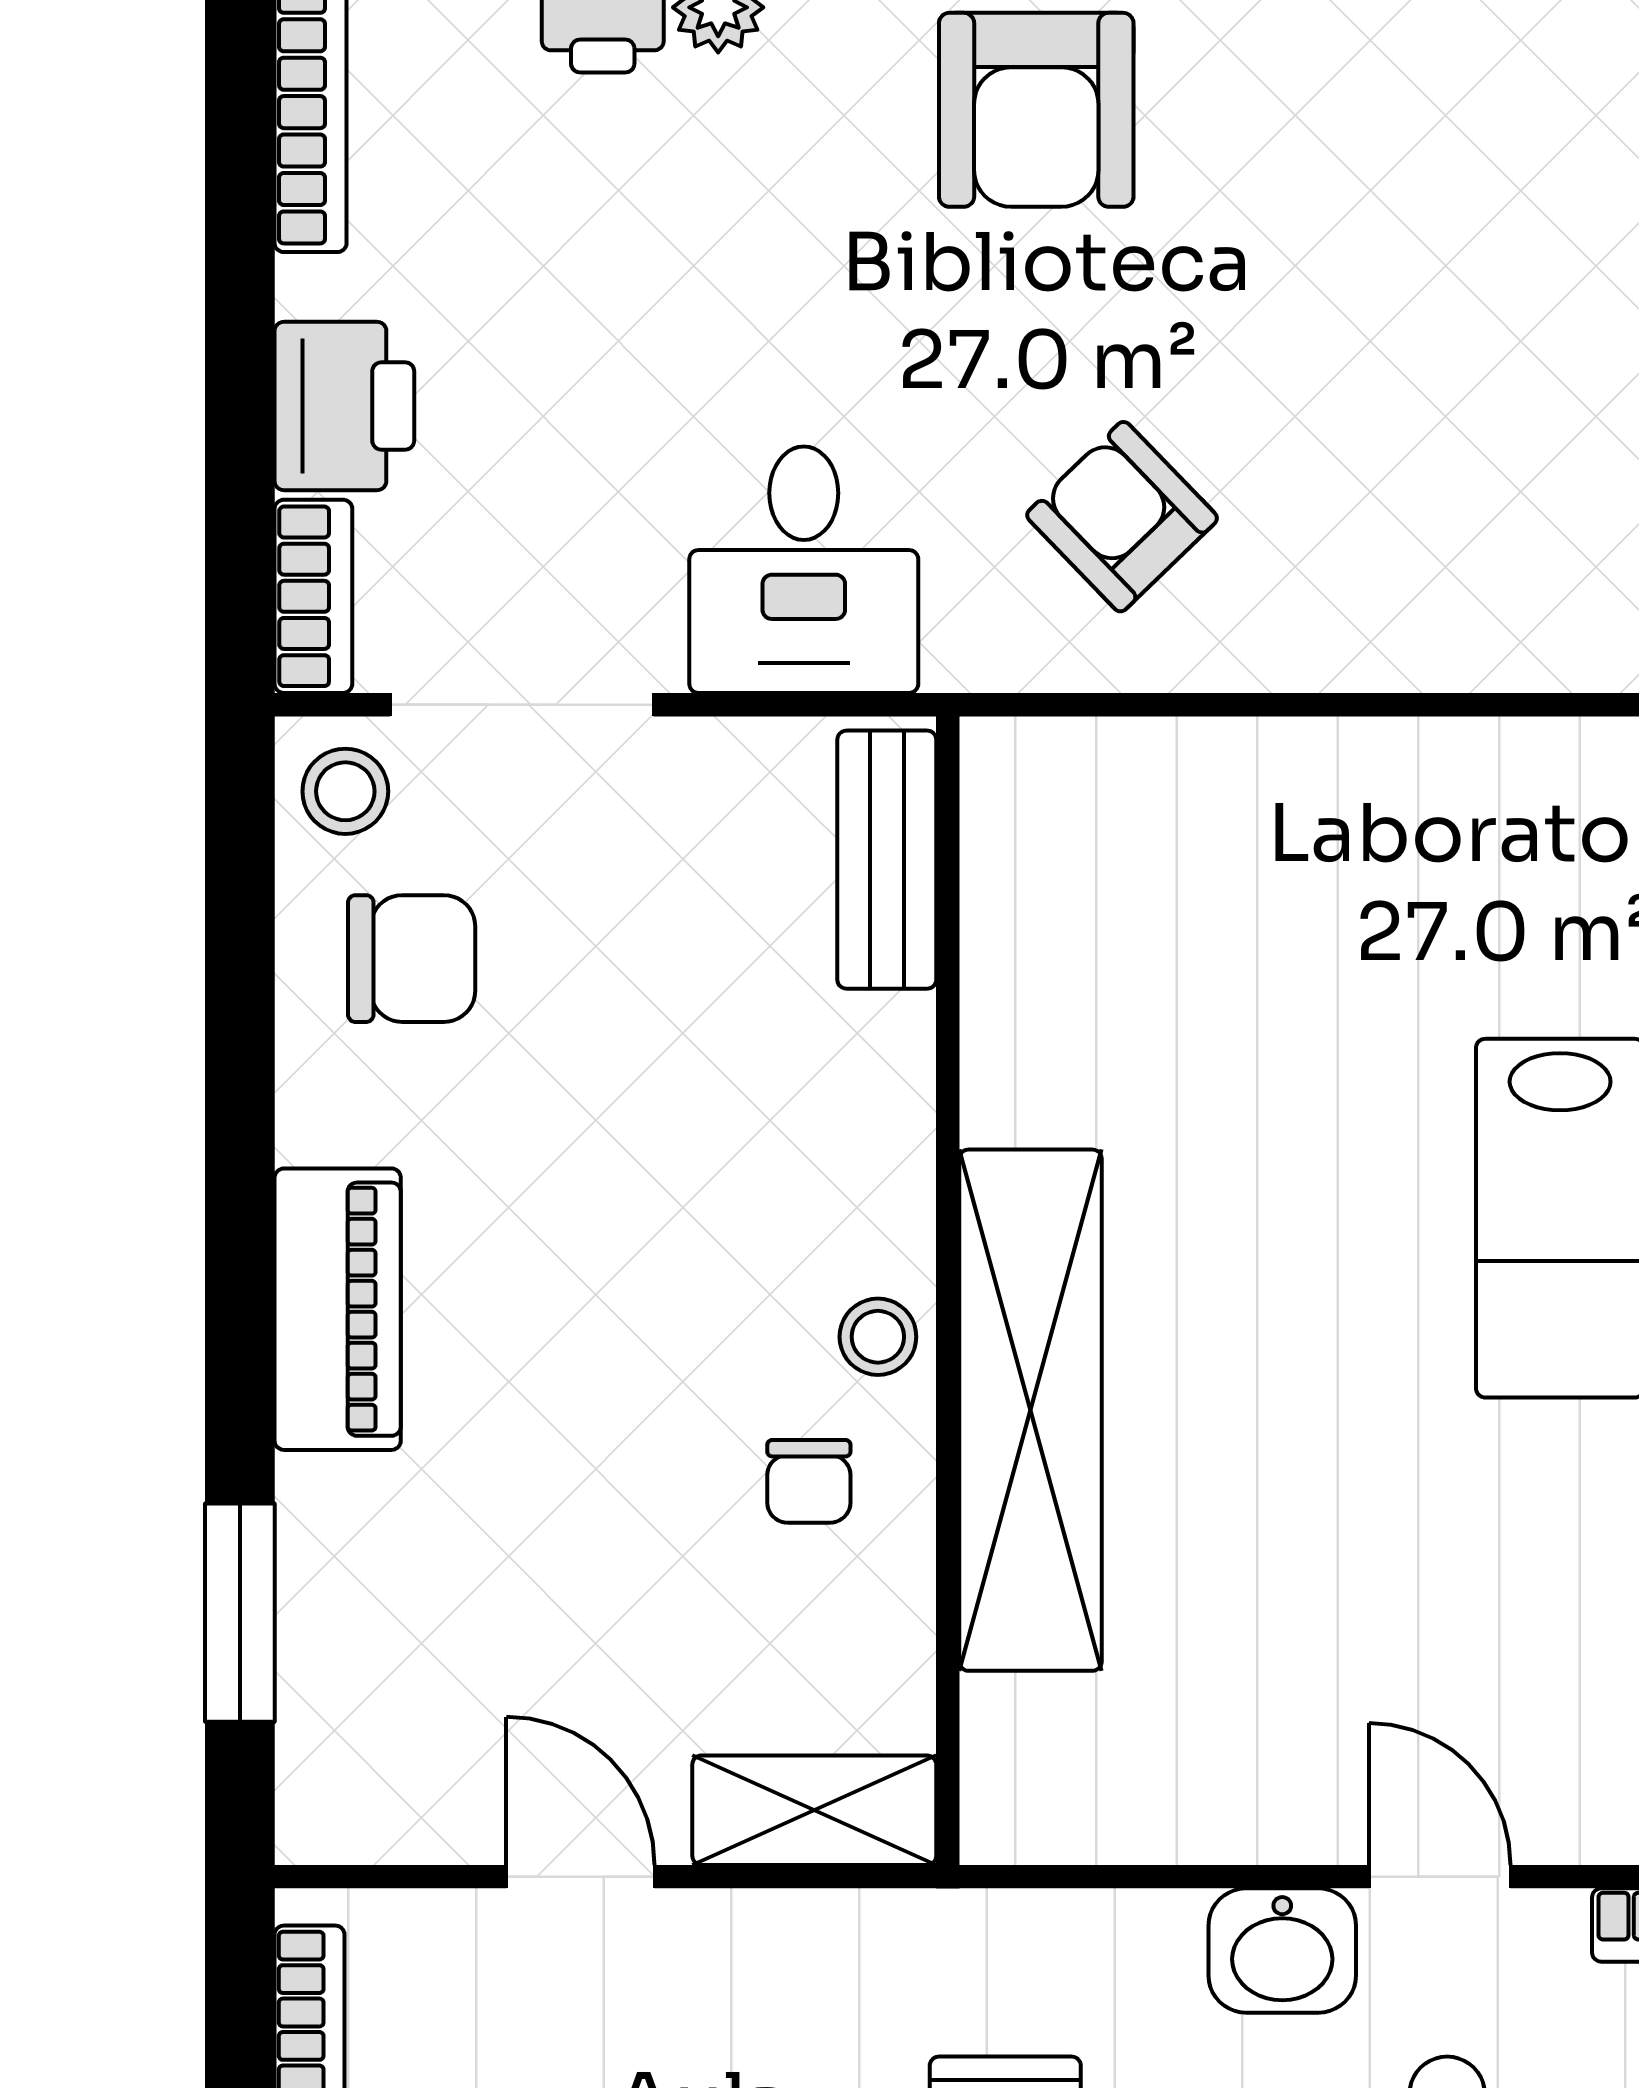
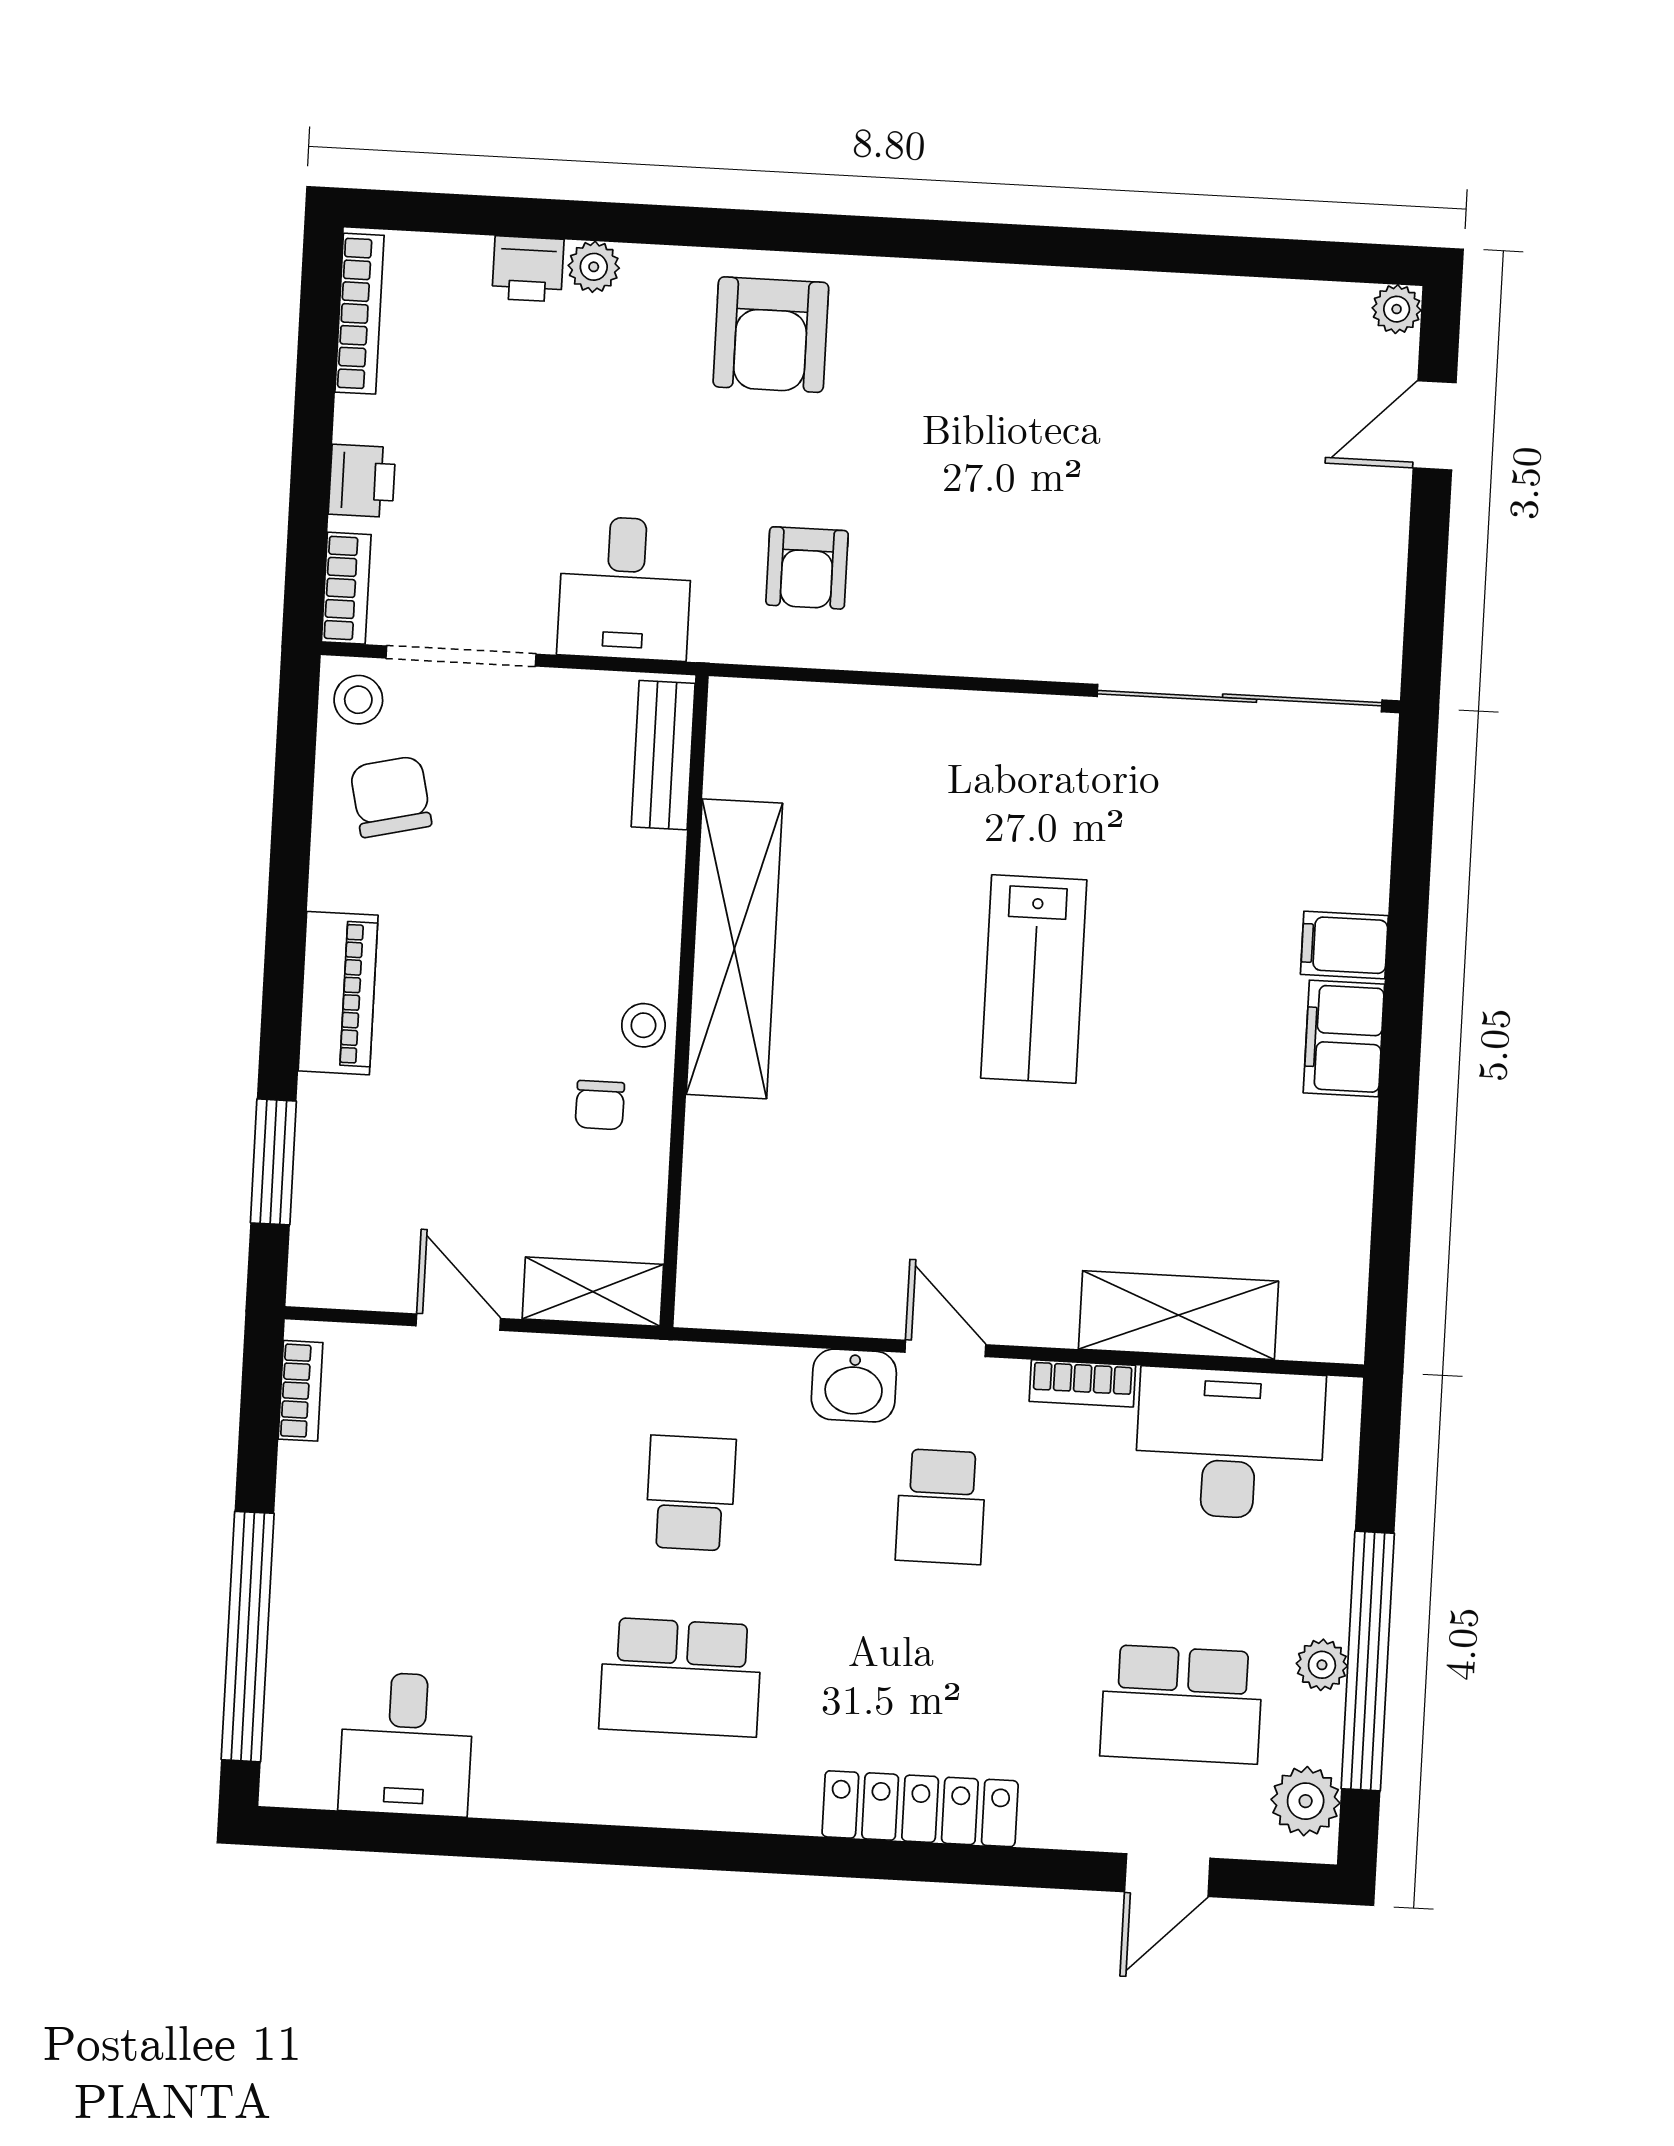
printer: (344, 406) -> (362, 481), width x0.73, depth x0.81
armchair: (1122, 517) -> (807, 568), turned -136
chair: (412, 959) -> (391, 797), turned -103
shelving: (1030, 1410) -> (734, 949), moved

